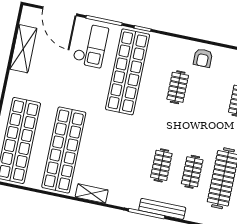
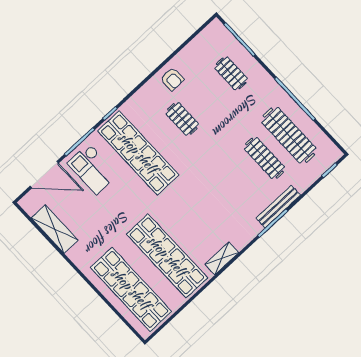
checkout: (91, 45) -> (93, 169), turned 180
clothes rail: (161, 165) -> (240, 181), removed
clothes rail: (192, 172) -> (264, 158), width x1.36

